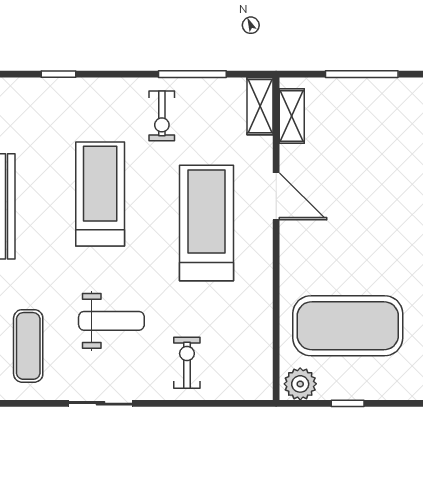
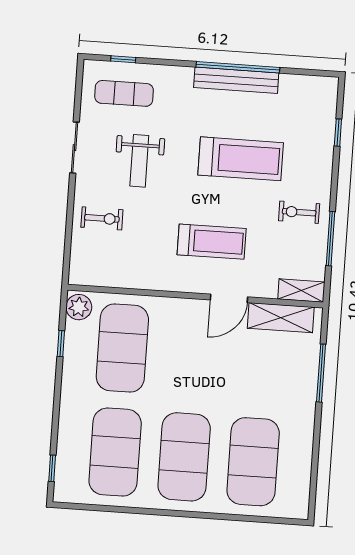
shelving: (292, 116) -> (281, 318), width x1.50, depth x1.33
treadmill: (206, 223) -> (212, 242), width x0.73, depth x0.73

